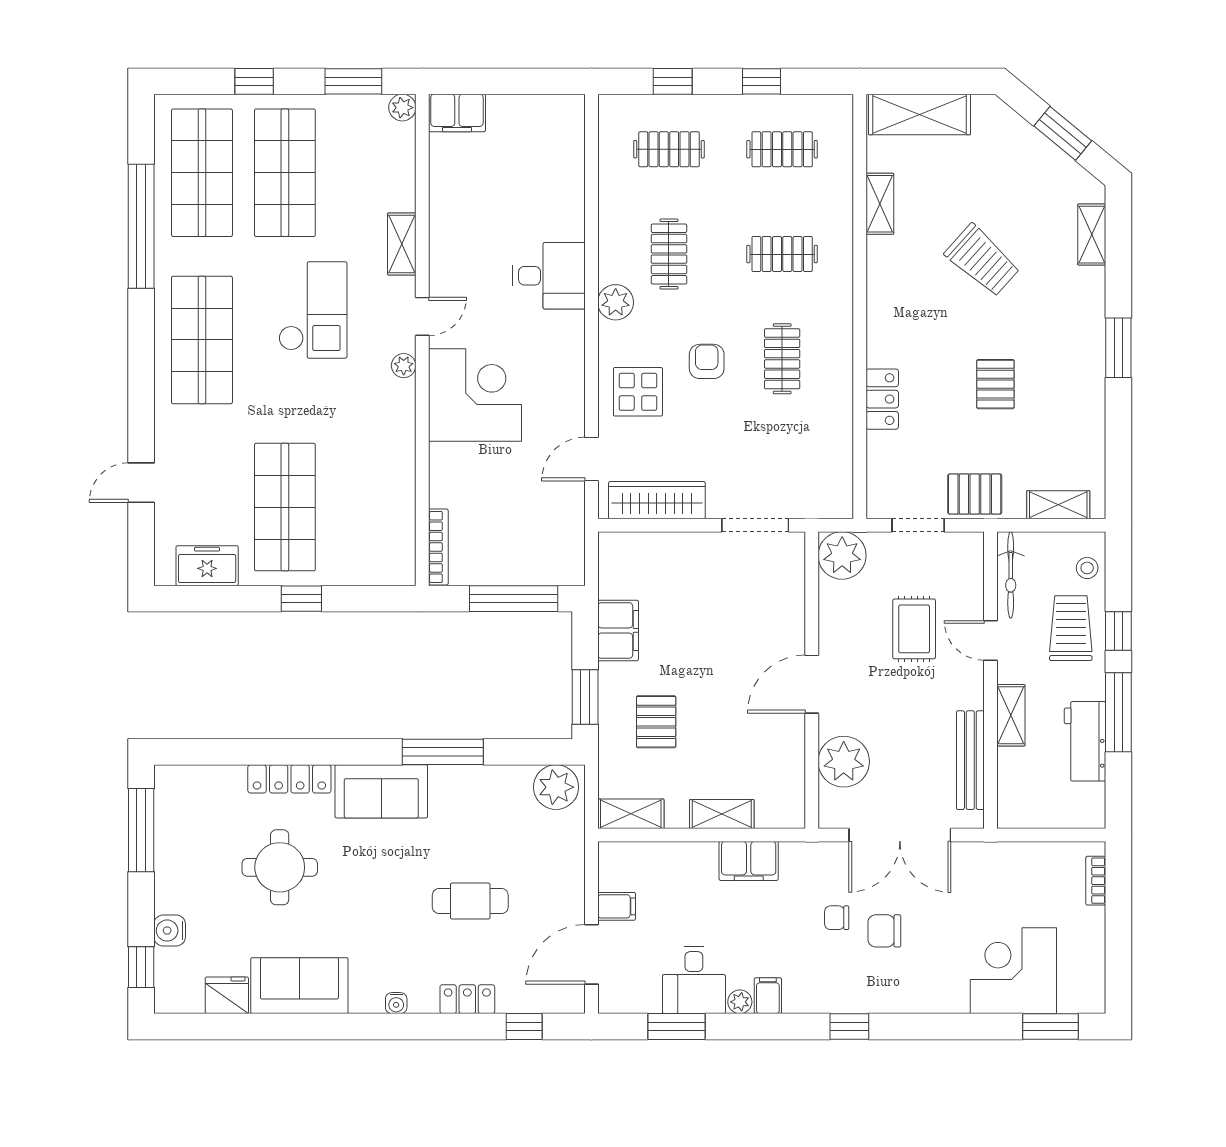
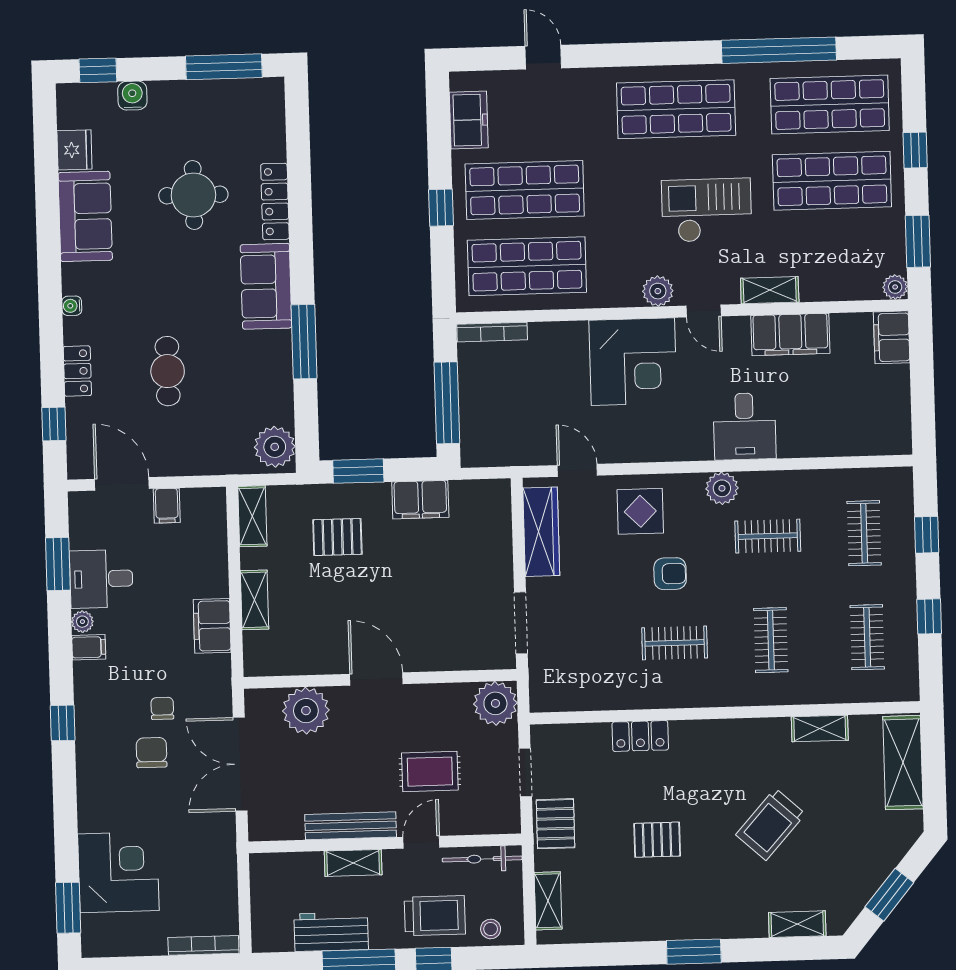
filing cabinet: (451, 223) -> (790, 334), added
checkout: (313, 310) -> (707, 210), turned 180
plant: (404, 366) -> (658, 291), width x1.38, depth x1.38
shop shelf: (368, 507) -> (527, 266), added
bench: (970, 760) -> (351, 826), moved
bookcase: (1096, 881) -> (203, 945), width x1.56

